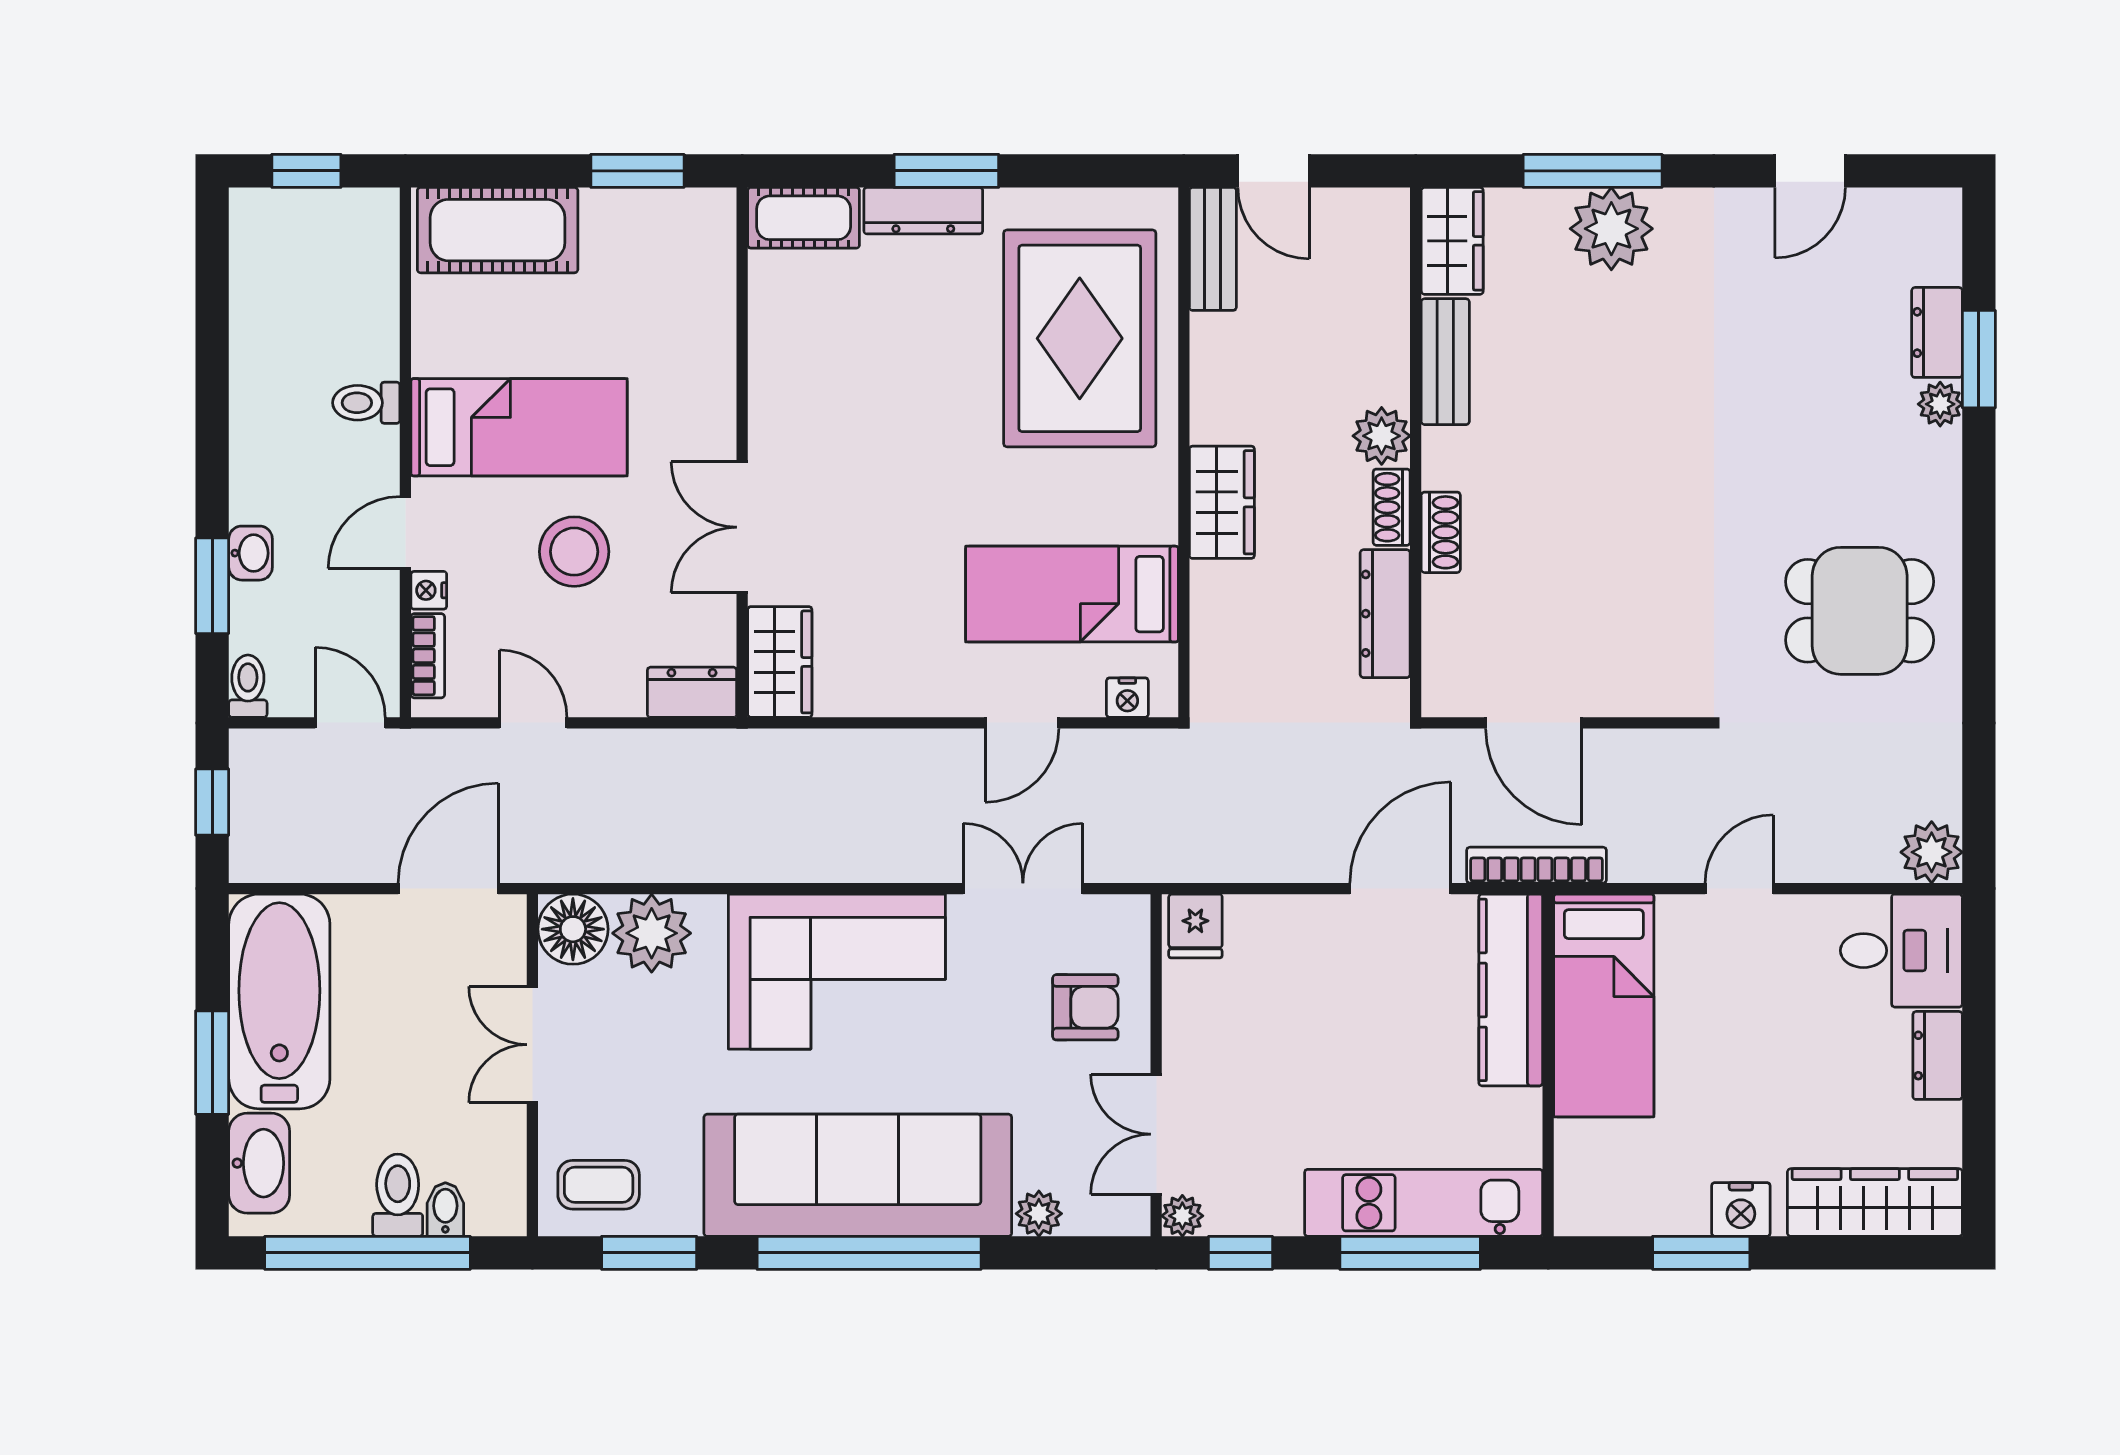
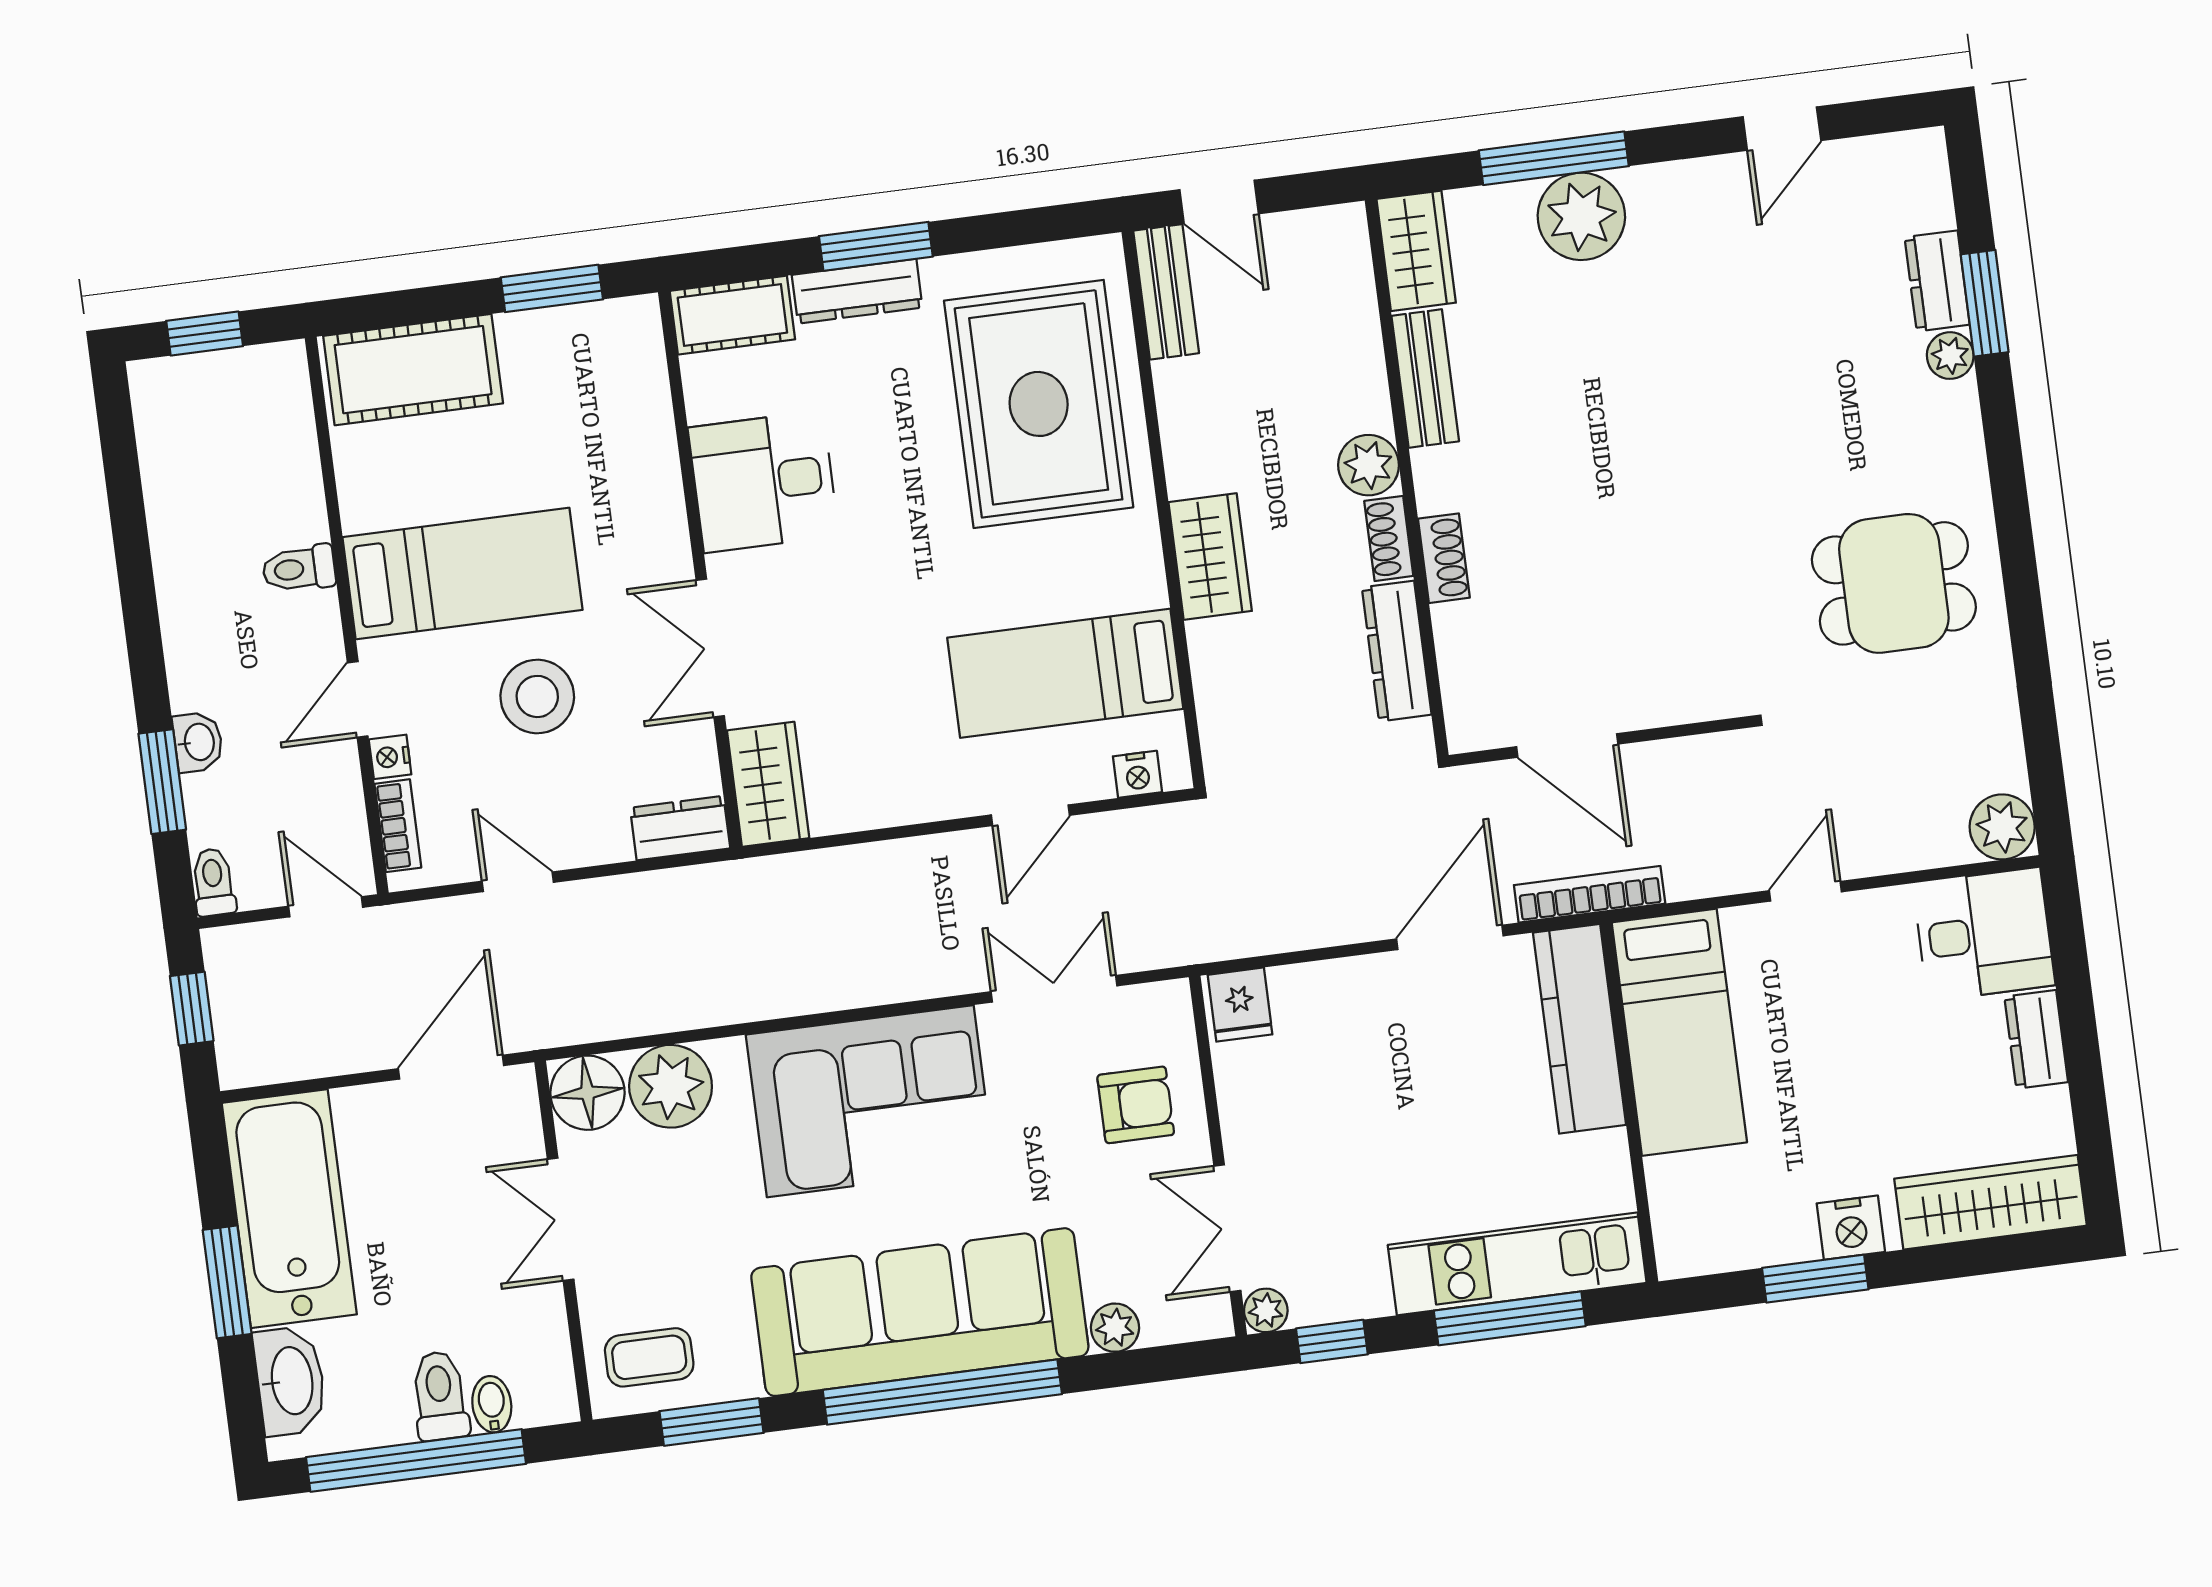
desk: (812, 378) -> (763, 482), added

